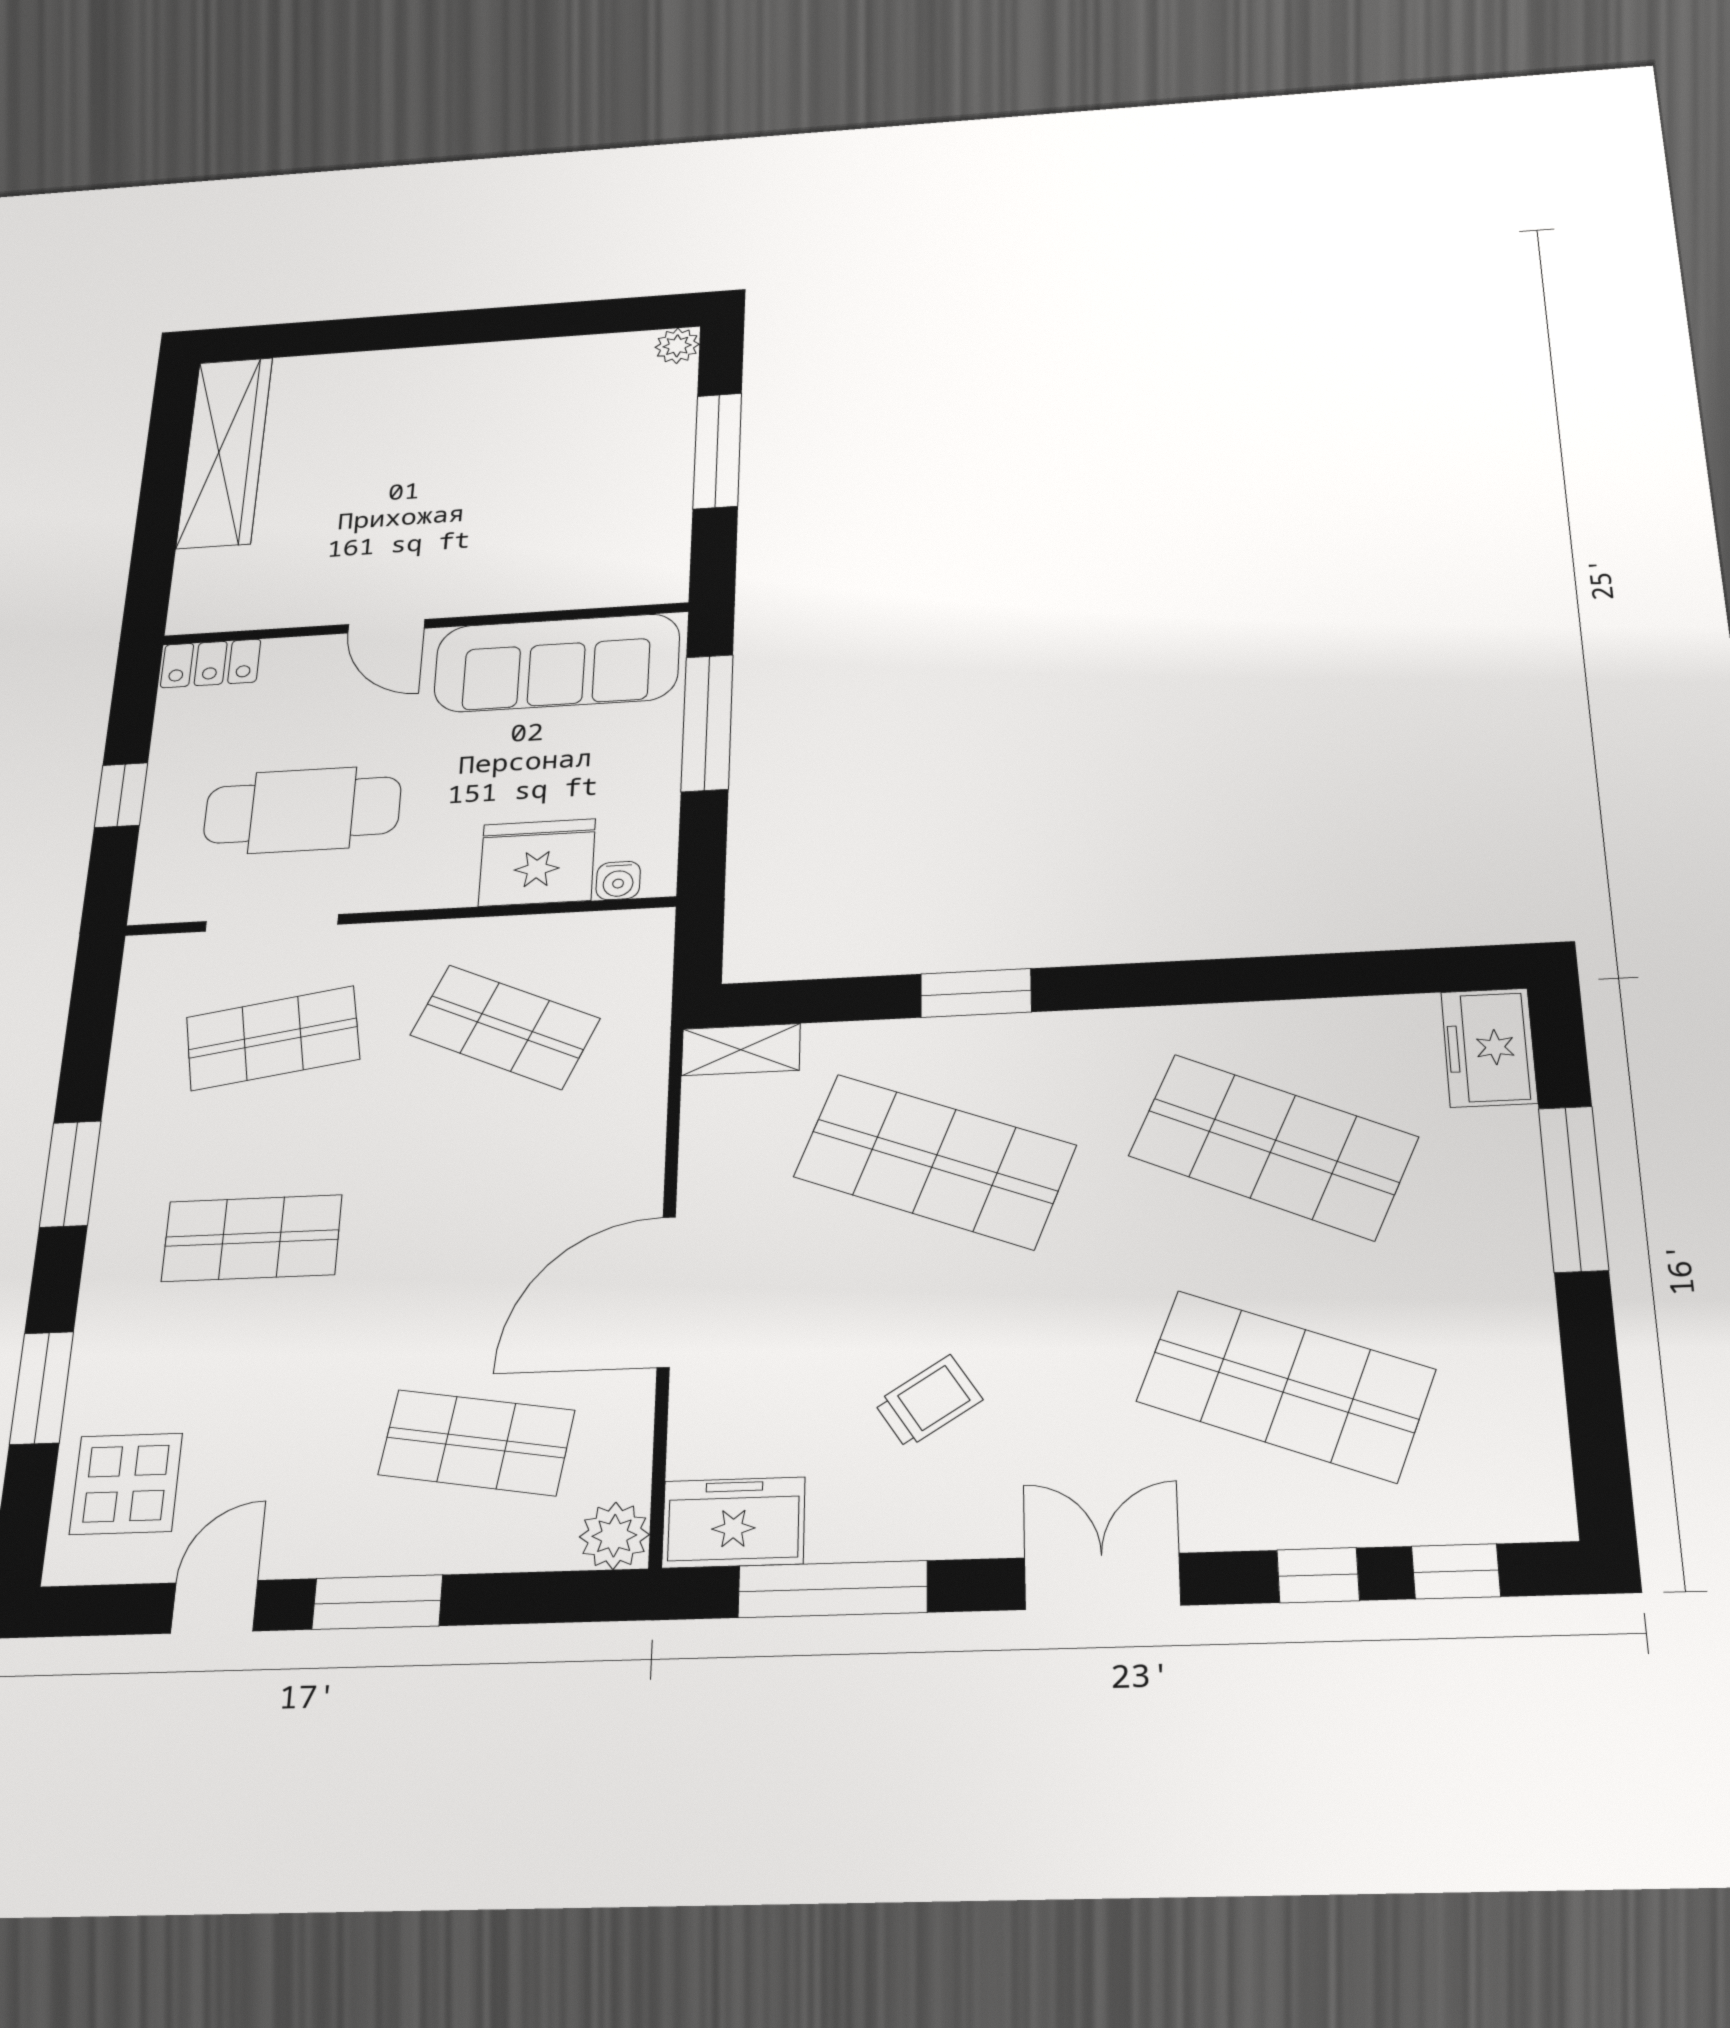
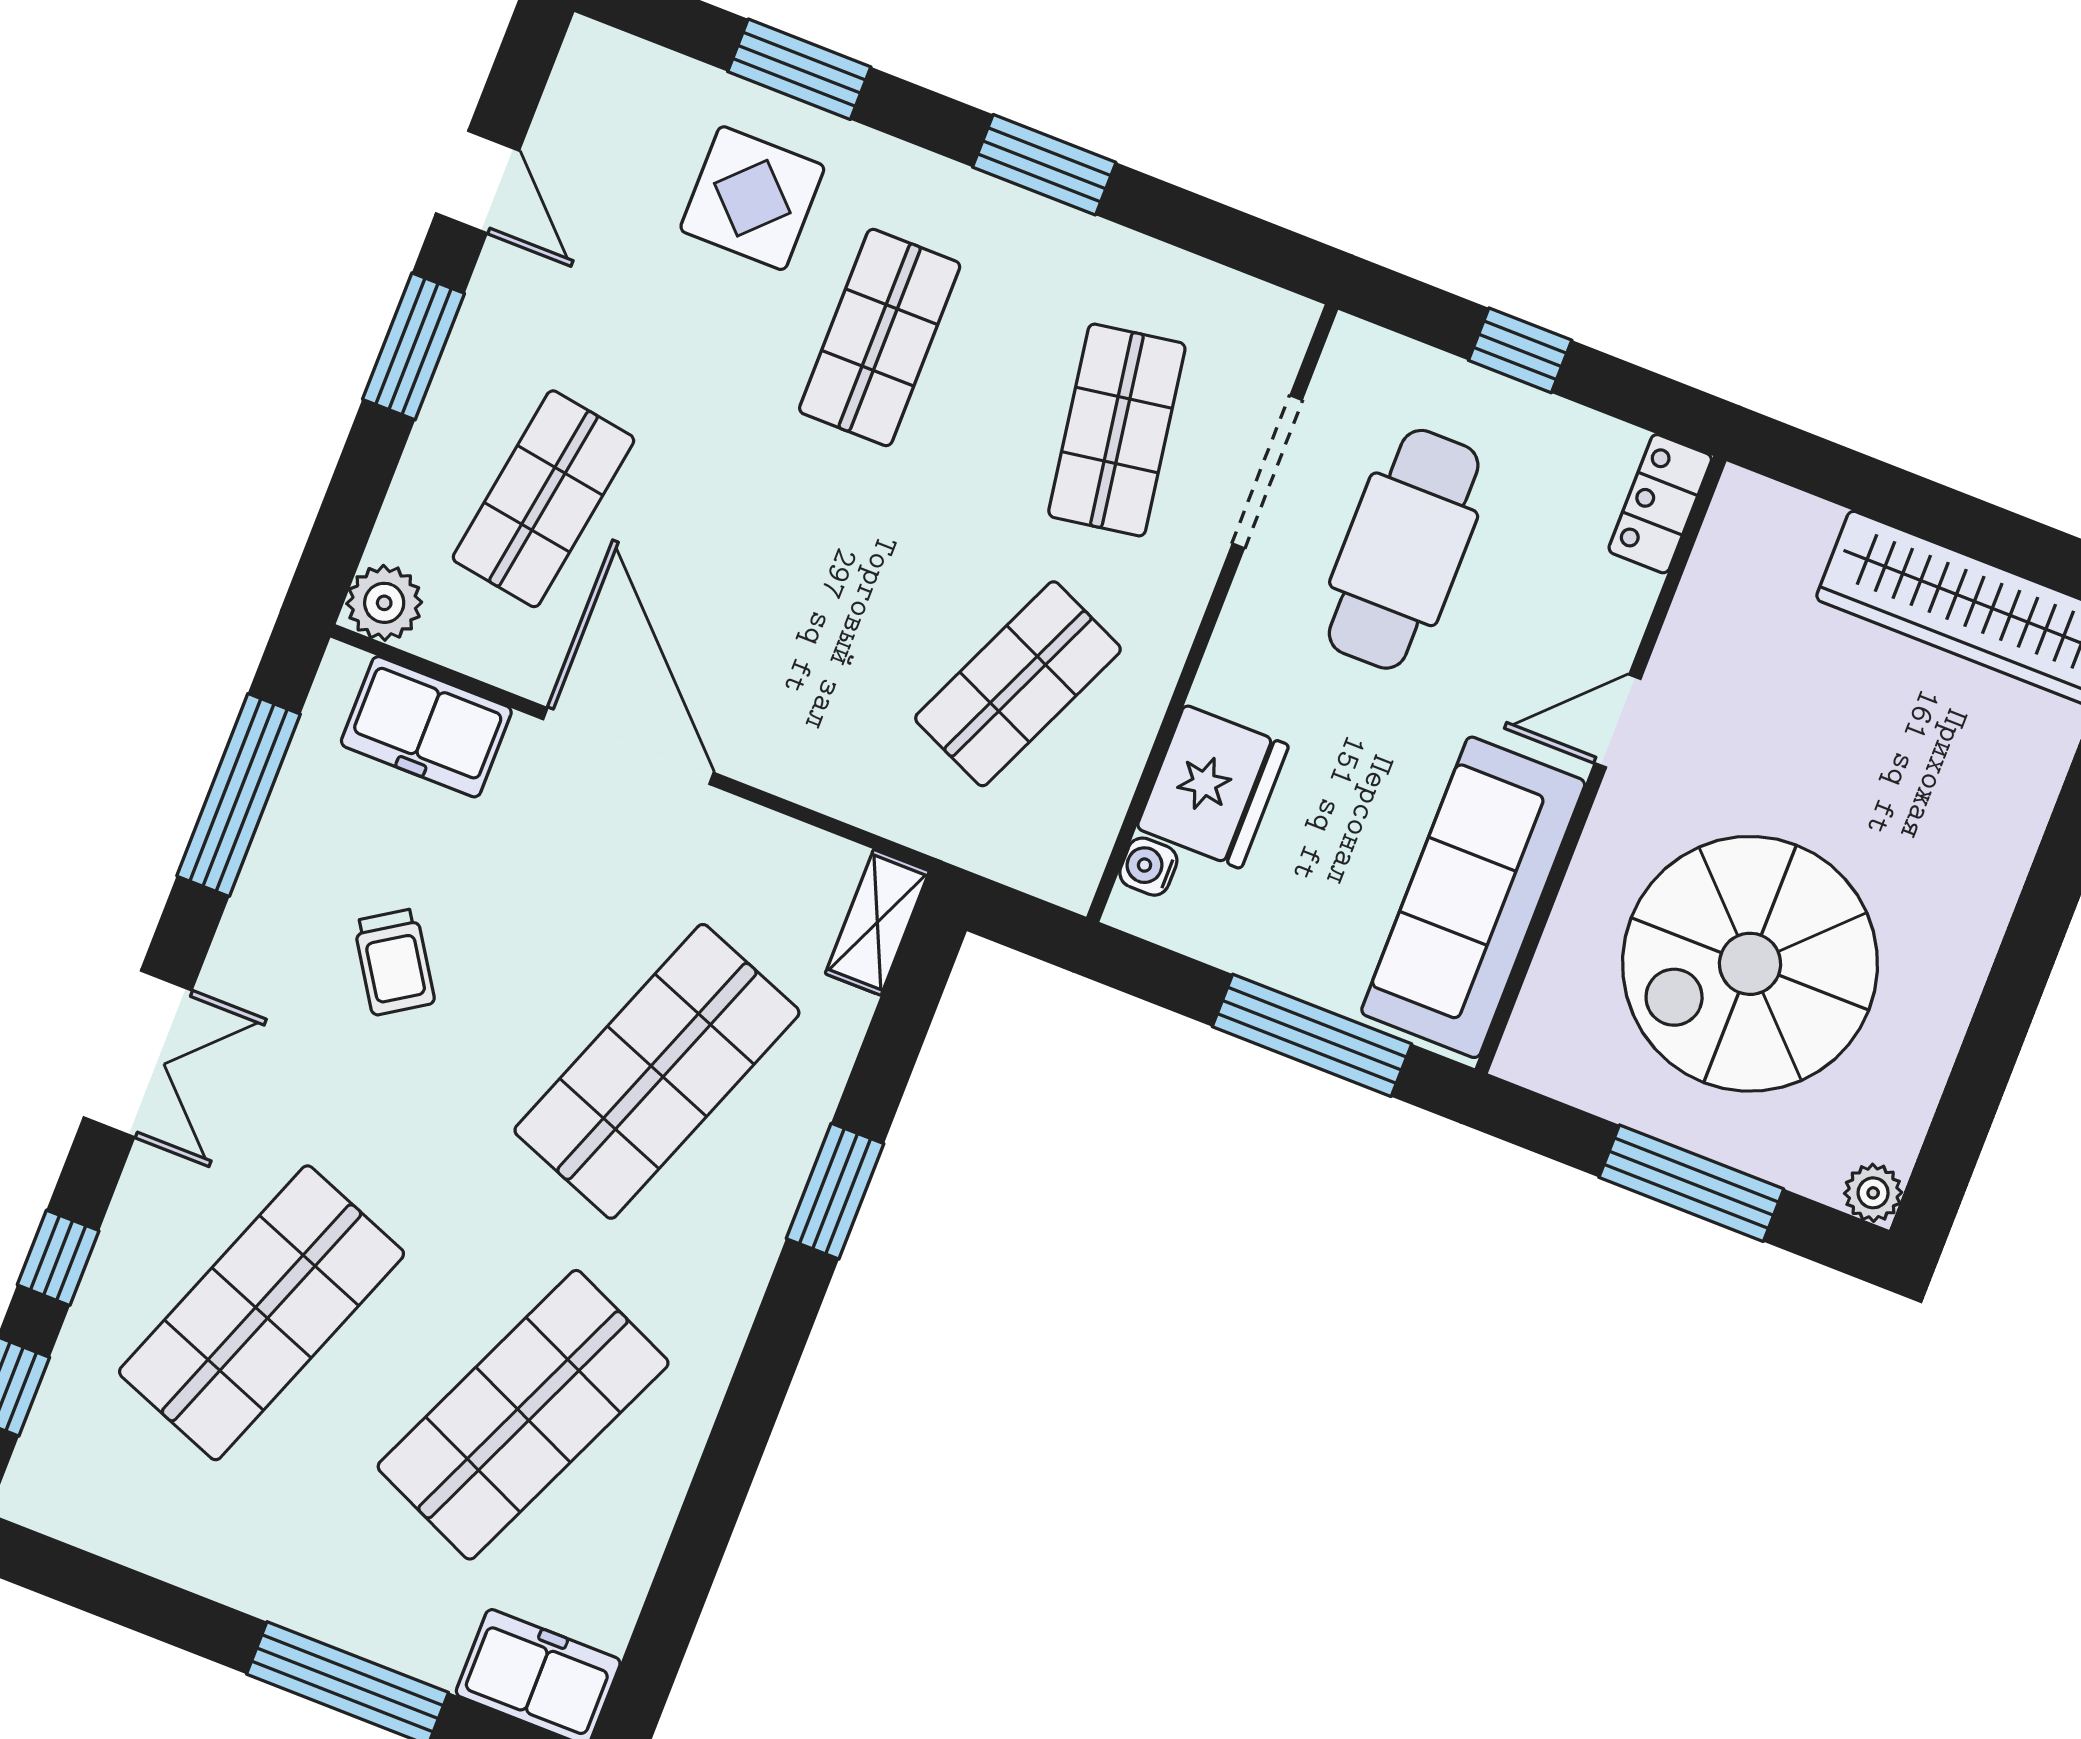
spiral stairs: (538, 479) -> (1750, 964), added
display table: (126, 1484) -> (752, 198), moved
freezer: (733, 1522) -> (426, 727), moved, turned 90

